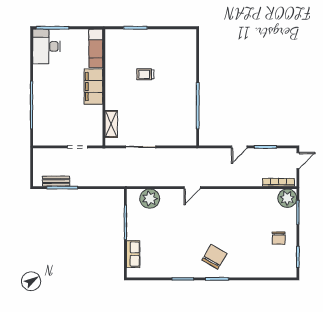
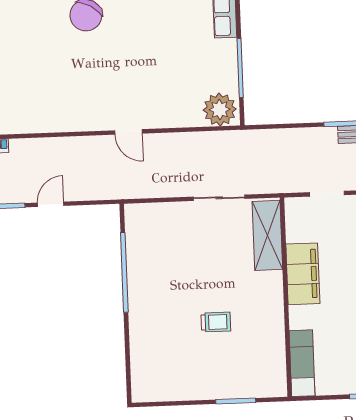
filing cabinet: (93, 87) -> (303, 274), moved
shelving: (111, 124) -> (267, 235), width x1.50, depth x1.33
door: (192, 188) -> (128, 132), swing flipped
plant: (150, 199) -> (220, 110), moved

